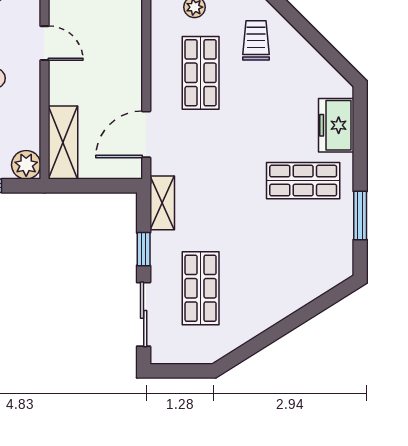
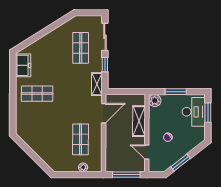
trolley: (256, 40) -> (57, 153), removed
freezer: (336, 125) -> (23, 65), moved
shelving: (63, 143) -> (139, 121), moved
window: (360, 215) -> (13, 79), removed

